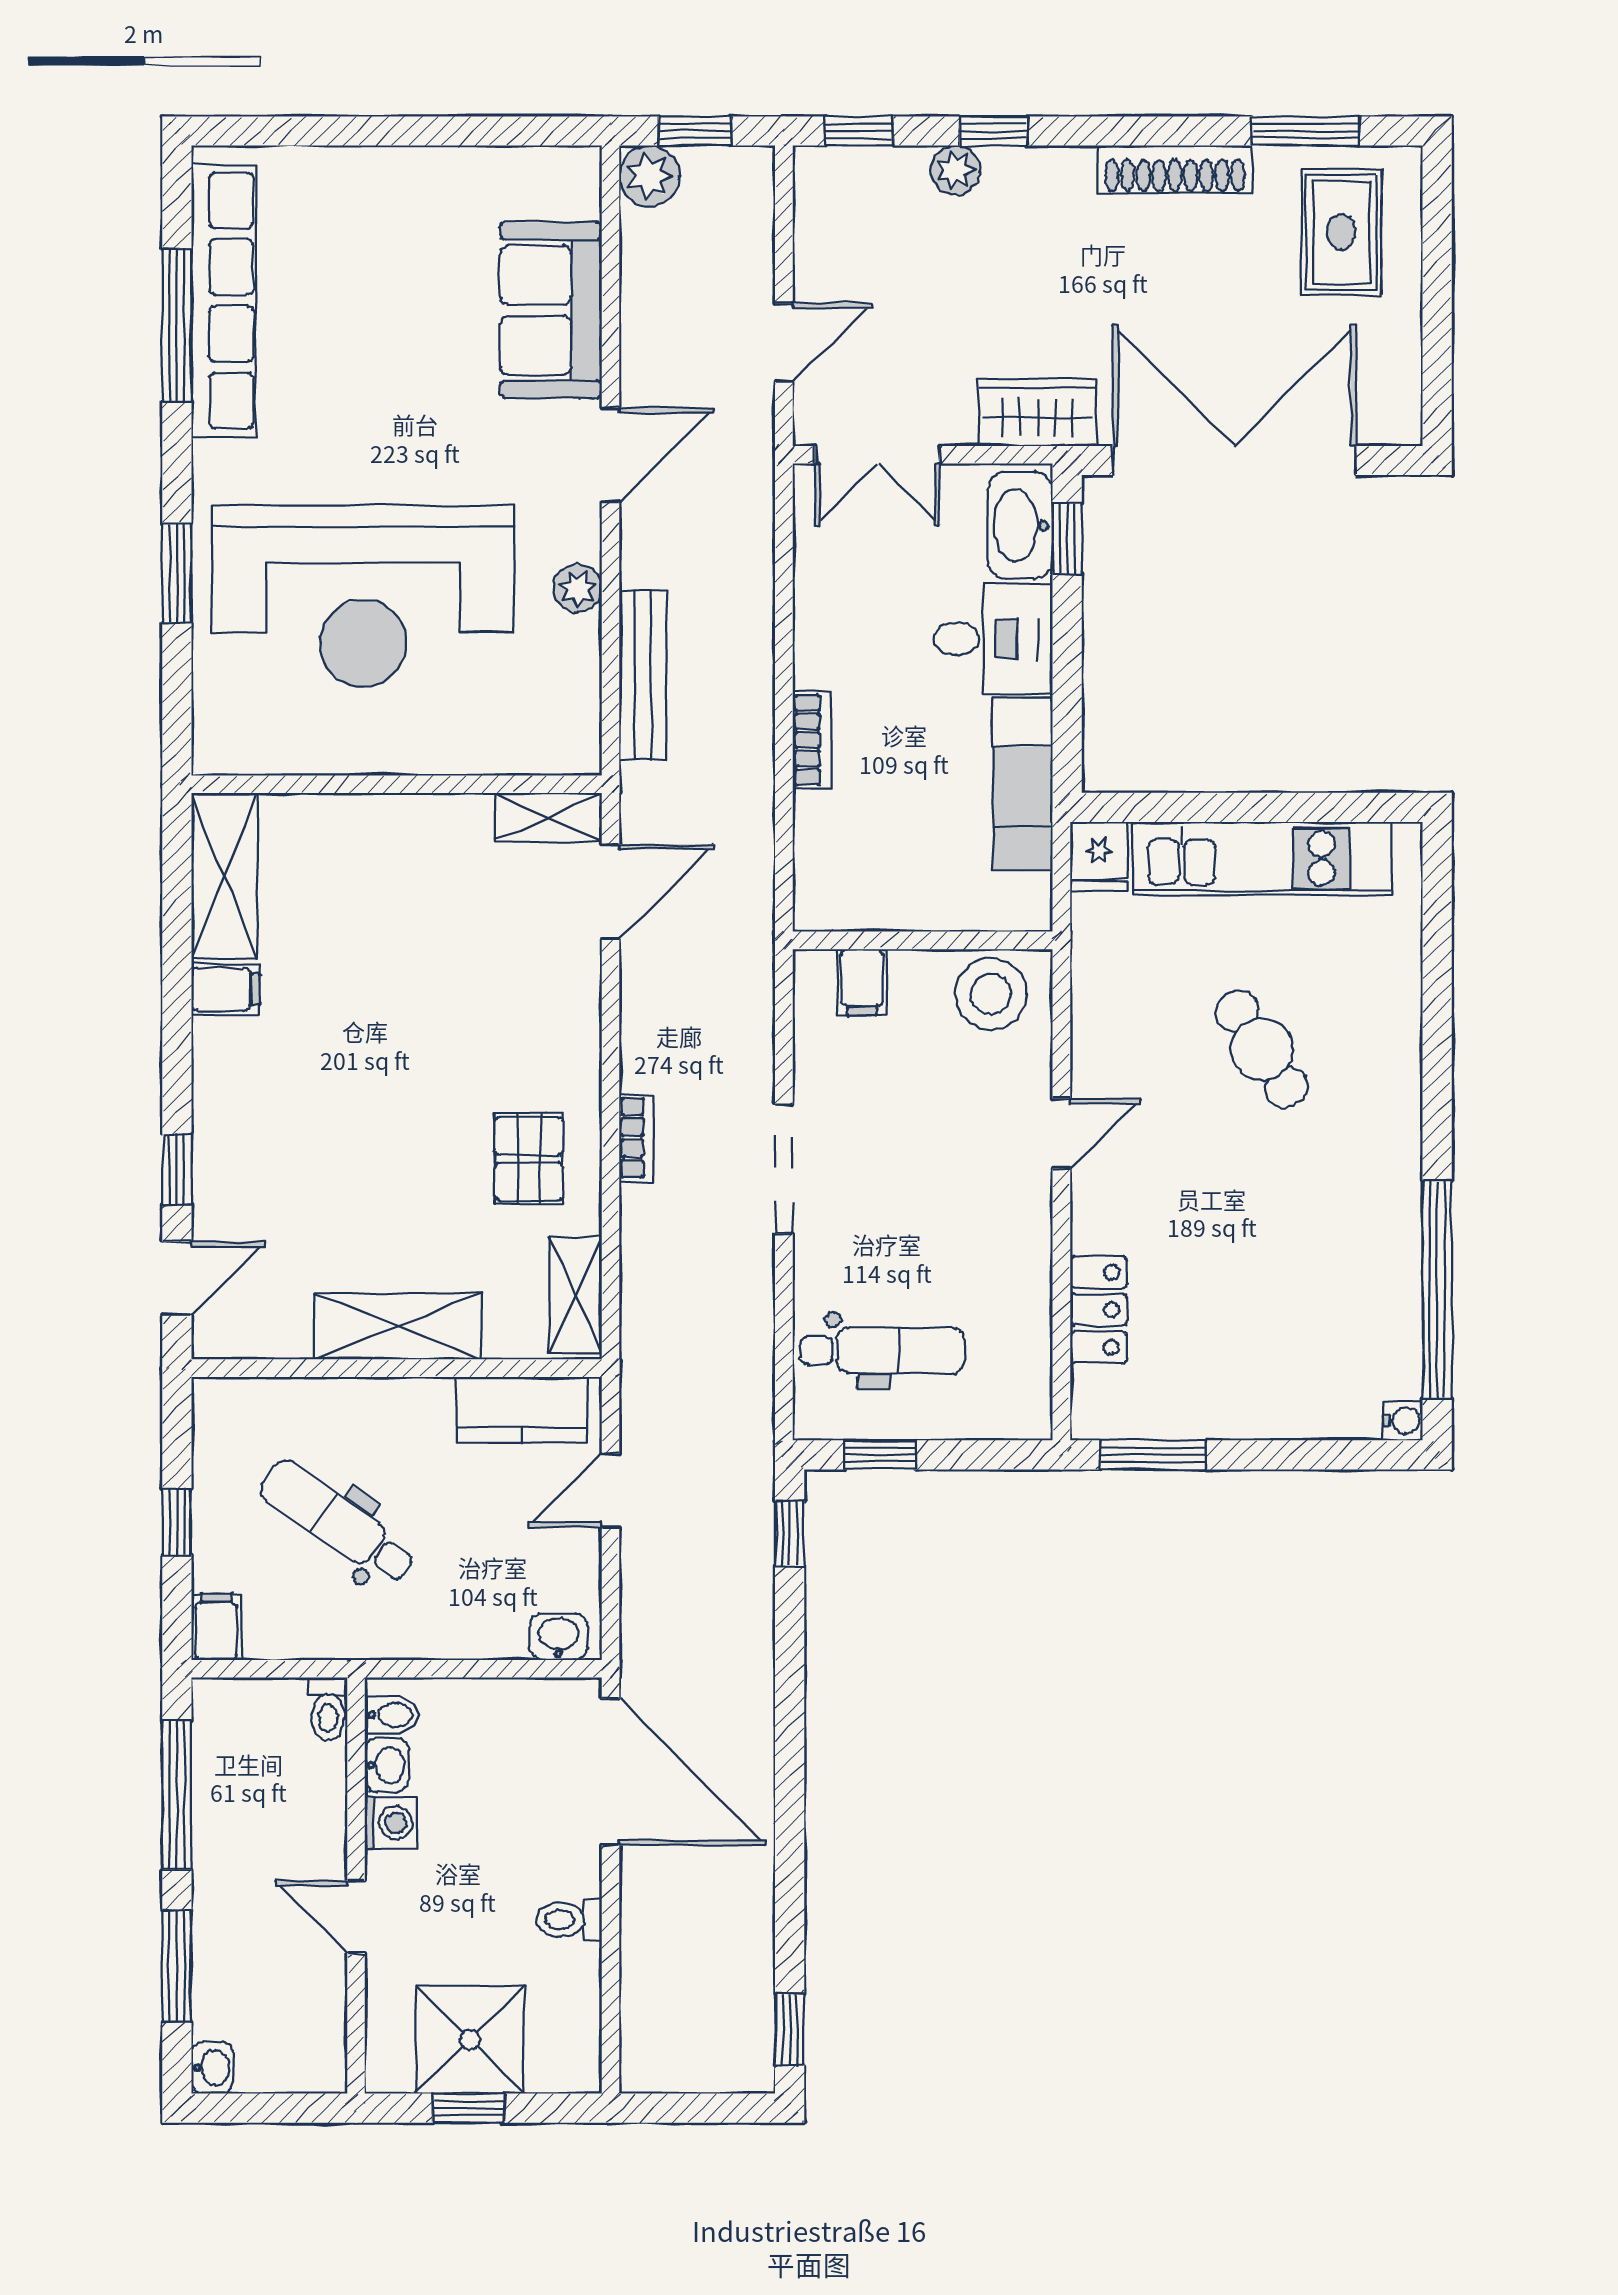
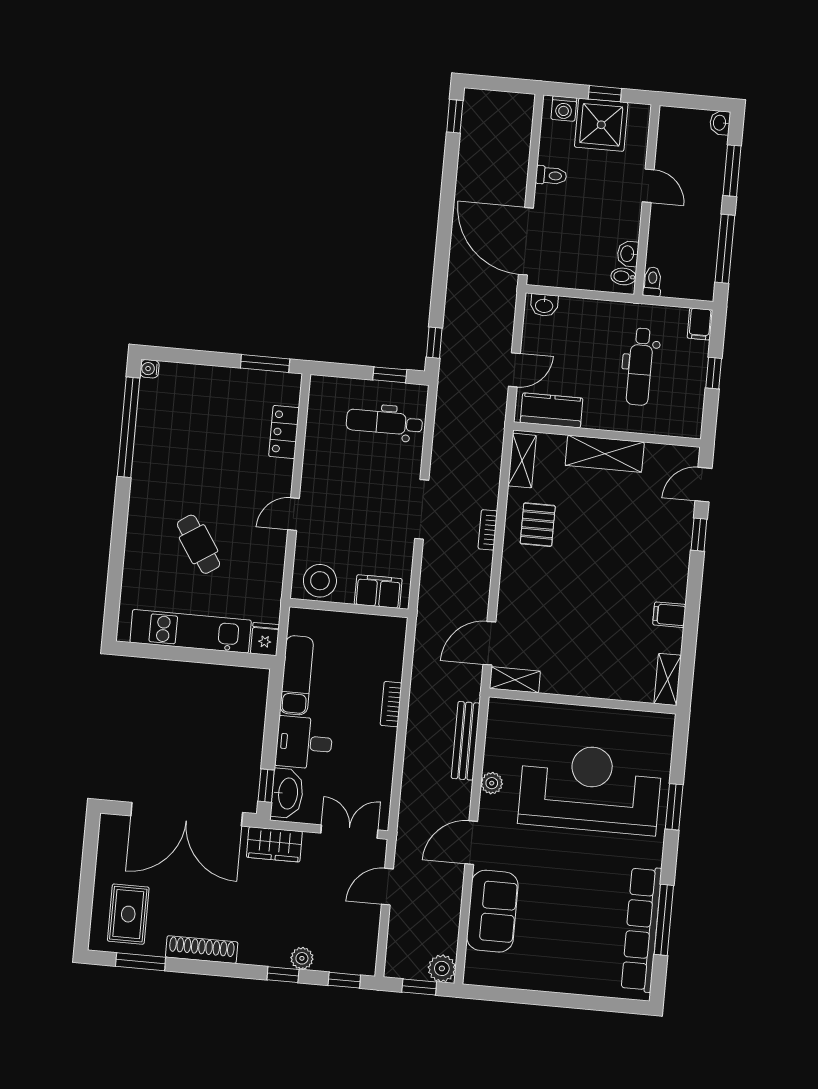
shelving: (224, 876) -> (668, 679), width x0.67, depth x0.75
filing cabinet: (862, 982) -> (378, 592), width x2.00
dental chair: (338, 1522) -> (640, 367), turned 55
washing machine: (391, 1823) -> (564, 109), moved, turned -90

